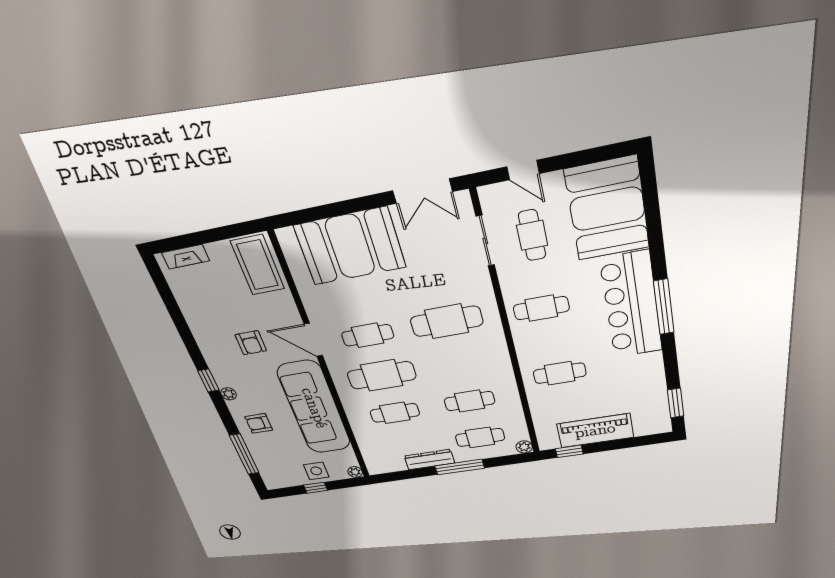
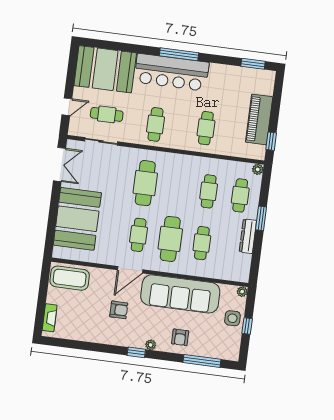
window: (460, 467) -> (261, 218), width x0.69

